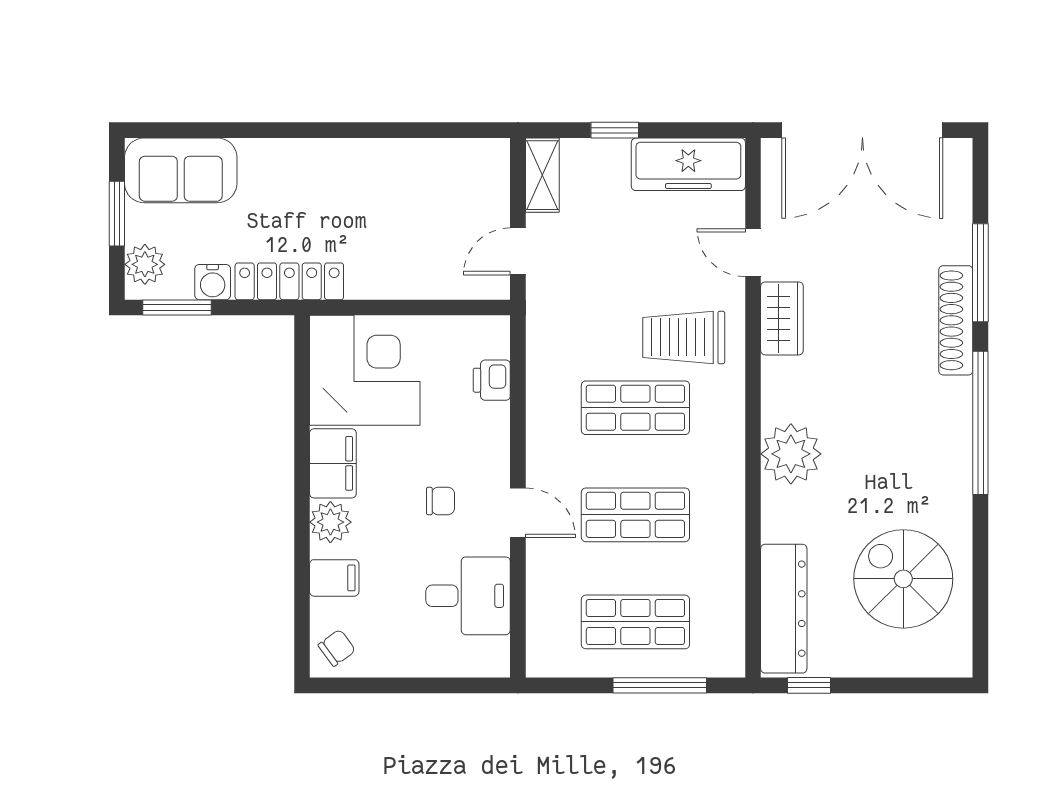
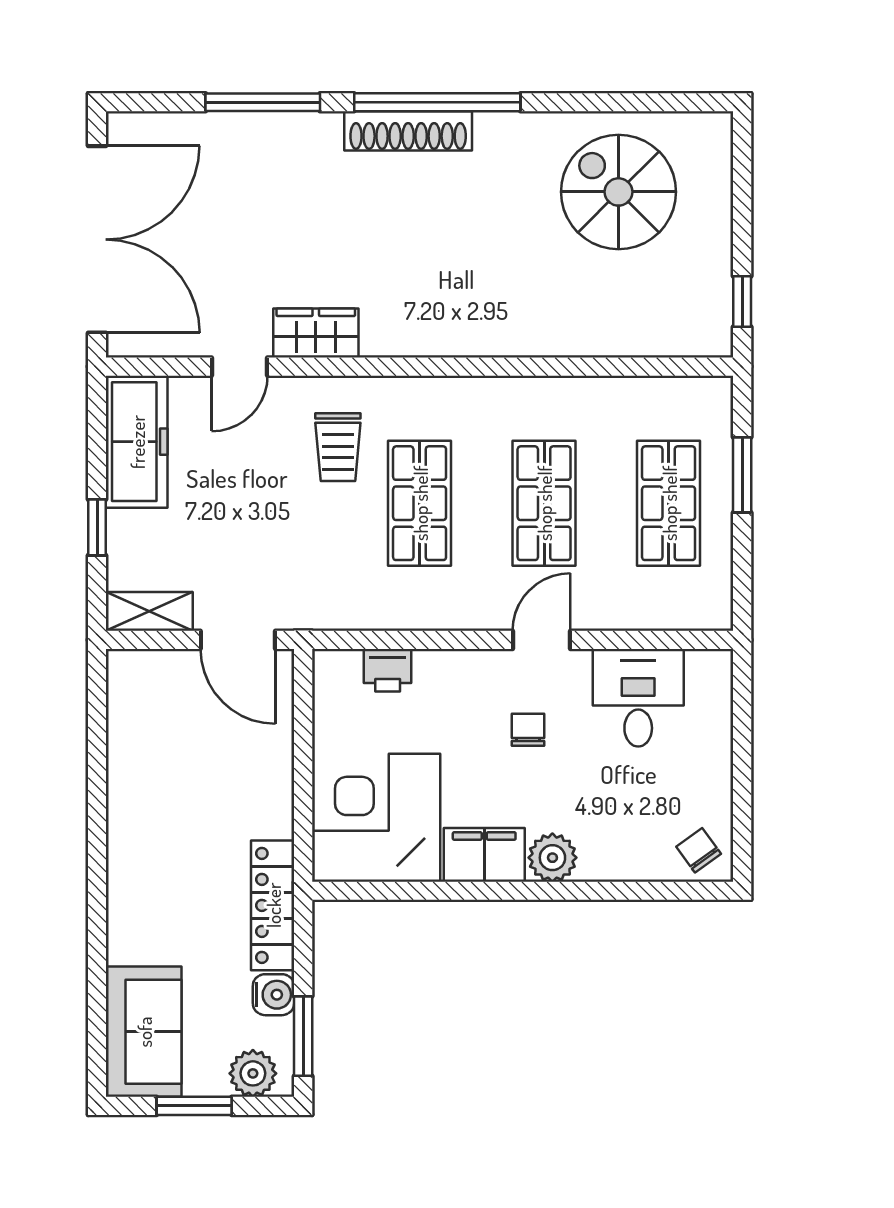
door: (518, 251) -> (238, 640), width x1.37
shoe rack: (956, 320) -> (408, 131), moved
trolley: (684, 337) -> (338, 447), width x0.73, depth x0.72
plant: (791, 454) -> (473, 323), removed
filing cabinet: (334, 578) -> (617, 853), removed
spiral stairs: (903, 579) -> (618, 192), turned 90
dresser: (784, 609) -> (653, 331), removed
window: (660, 685) -> (742, 475), width x0.69

